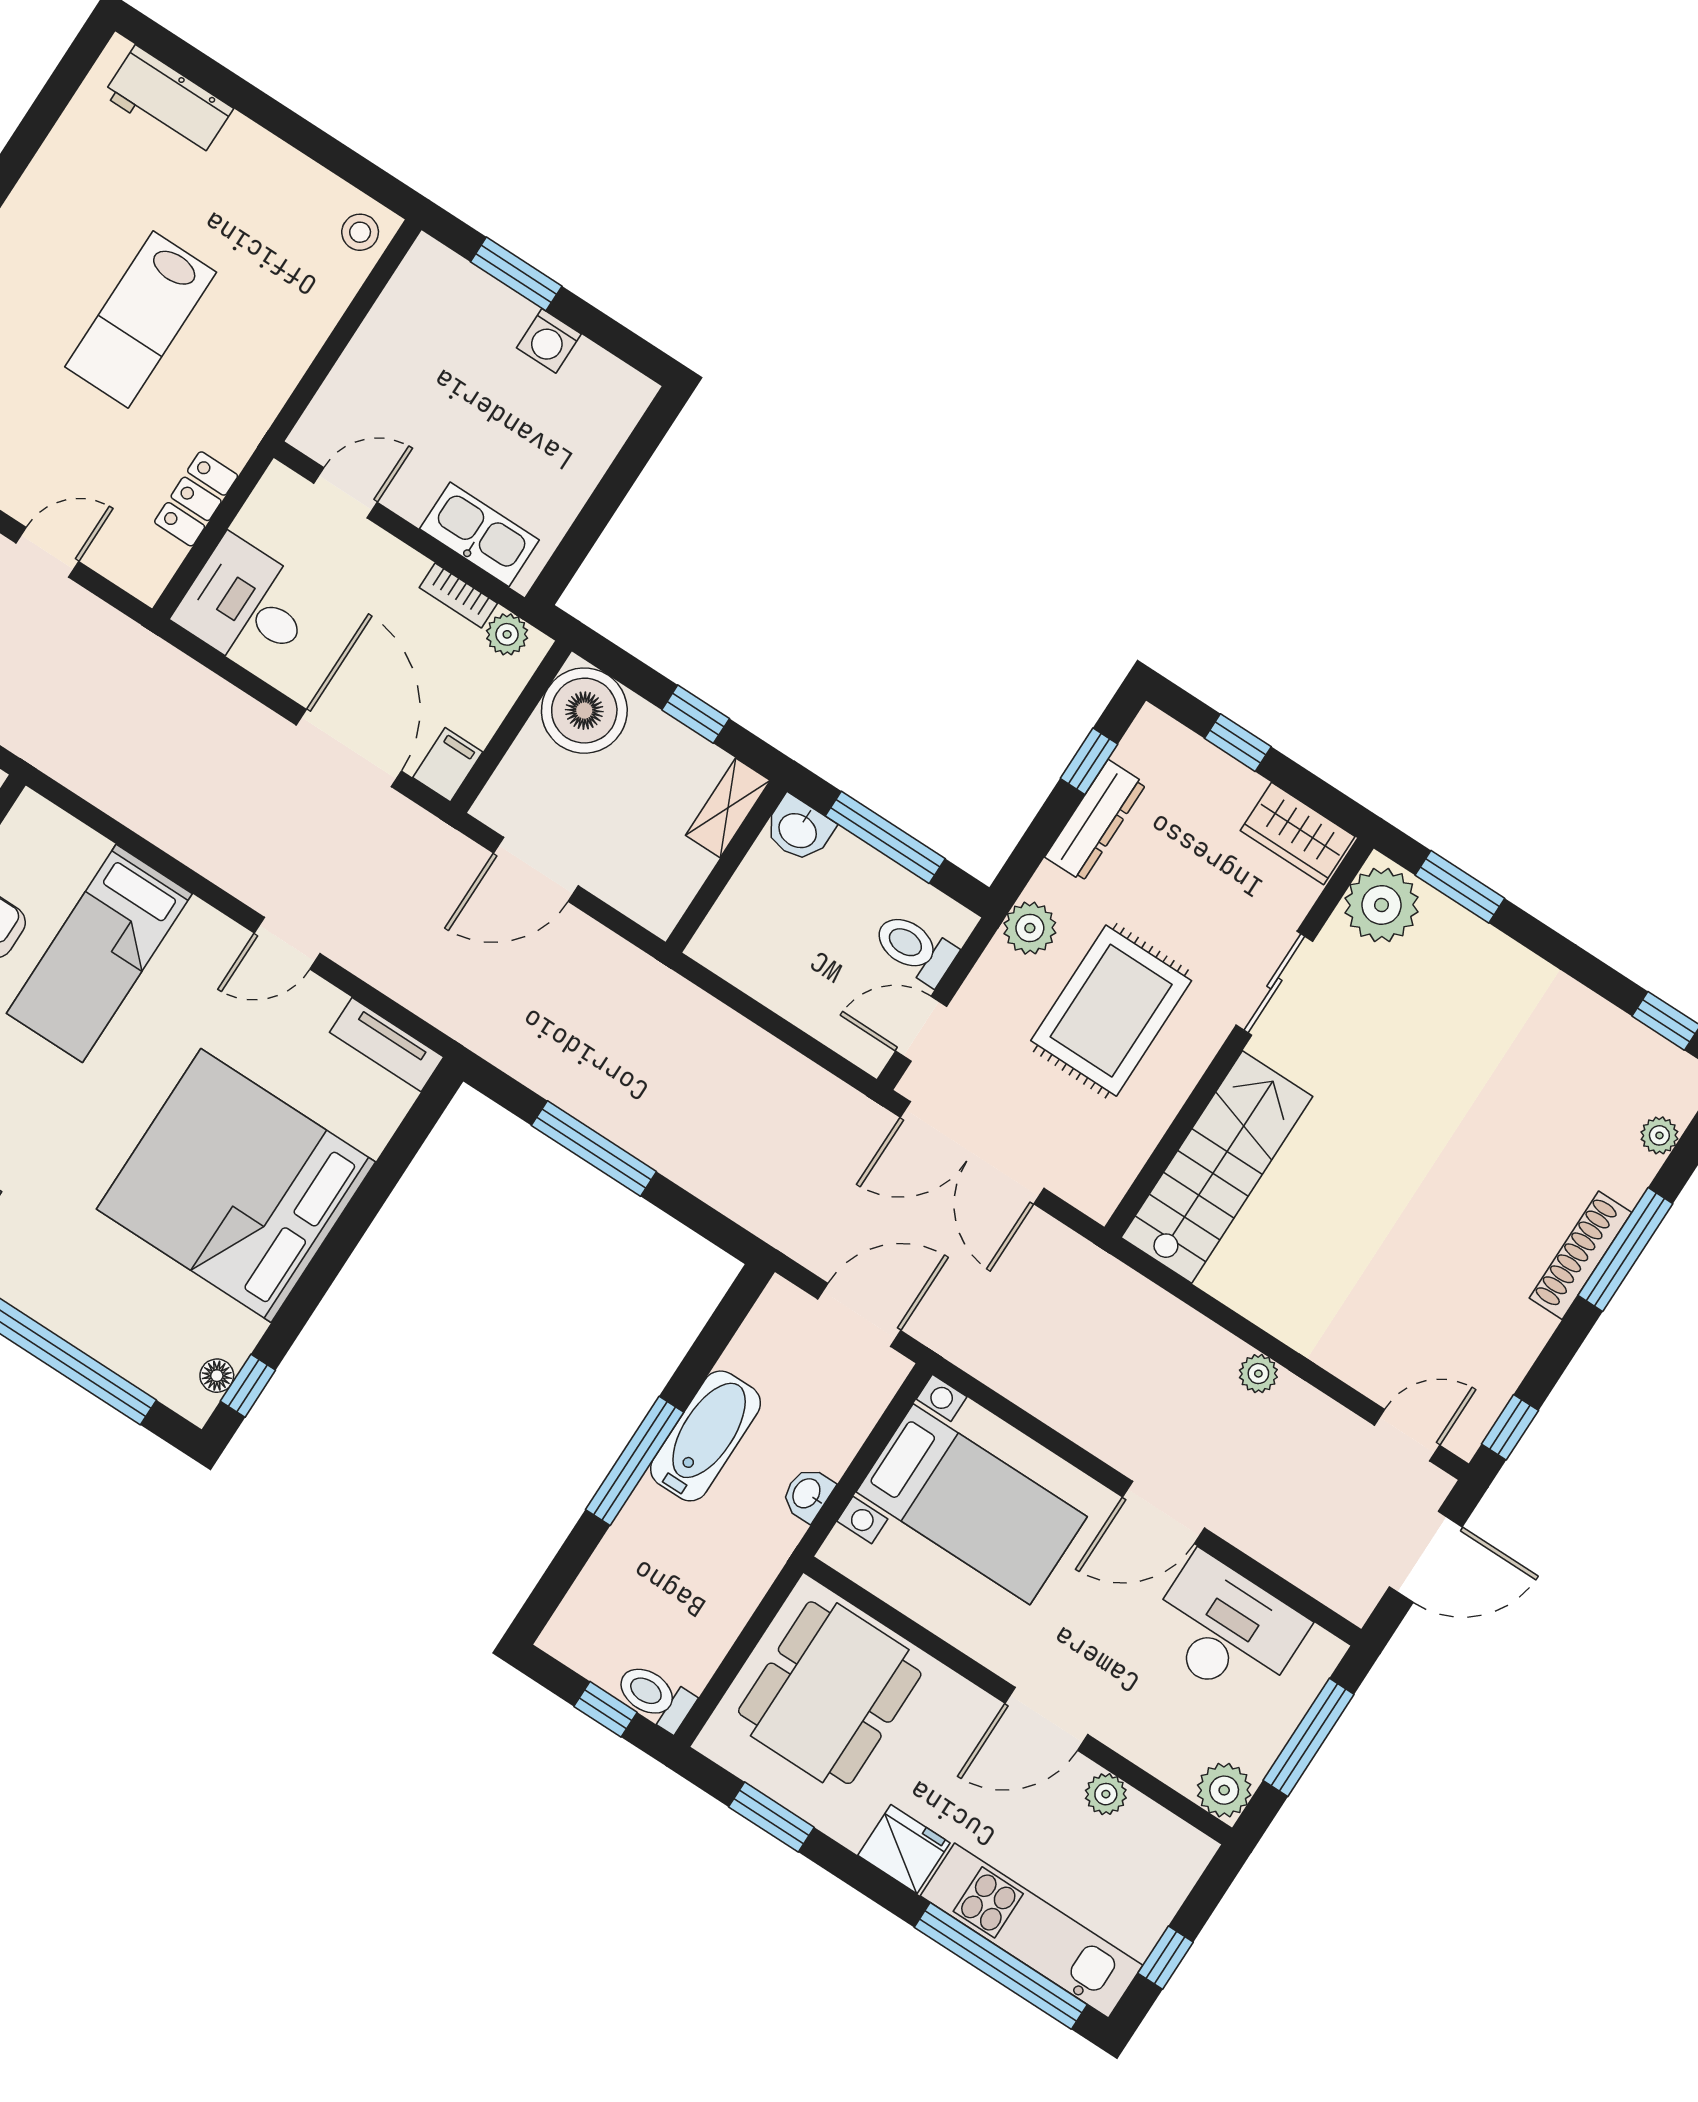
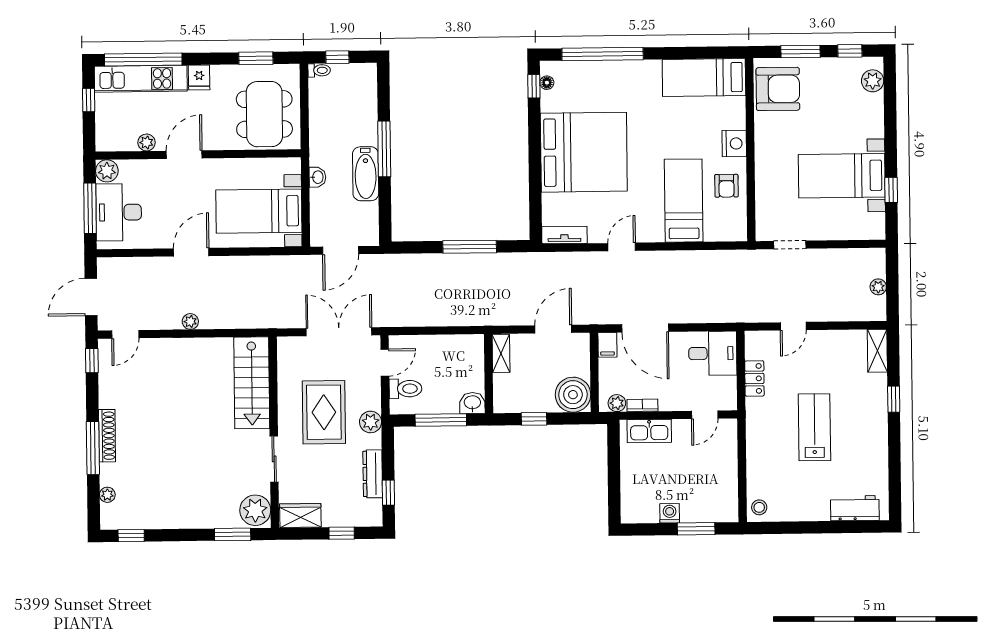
shelving: (728, 808) -> (501, 354), moved
desk: (1226, 1630) -> (119, 212), moved, turned 90
toilet: (655, 1696) -> (319, 70), width x0.73, depth x0.72
fridge: (904, 1849) -> (199, 77), width x0.72

